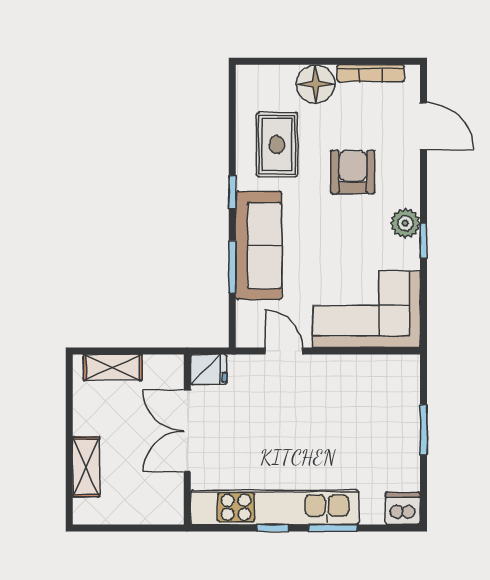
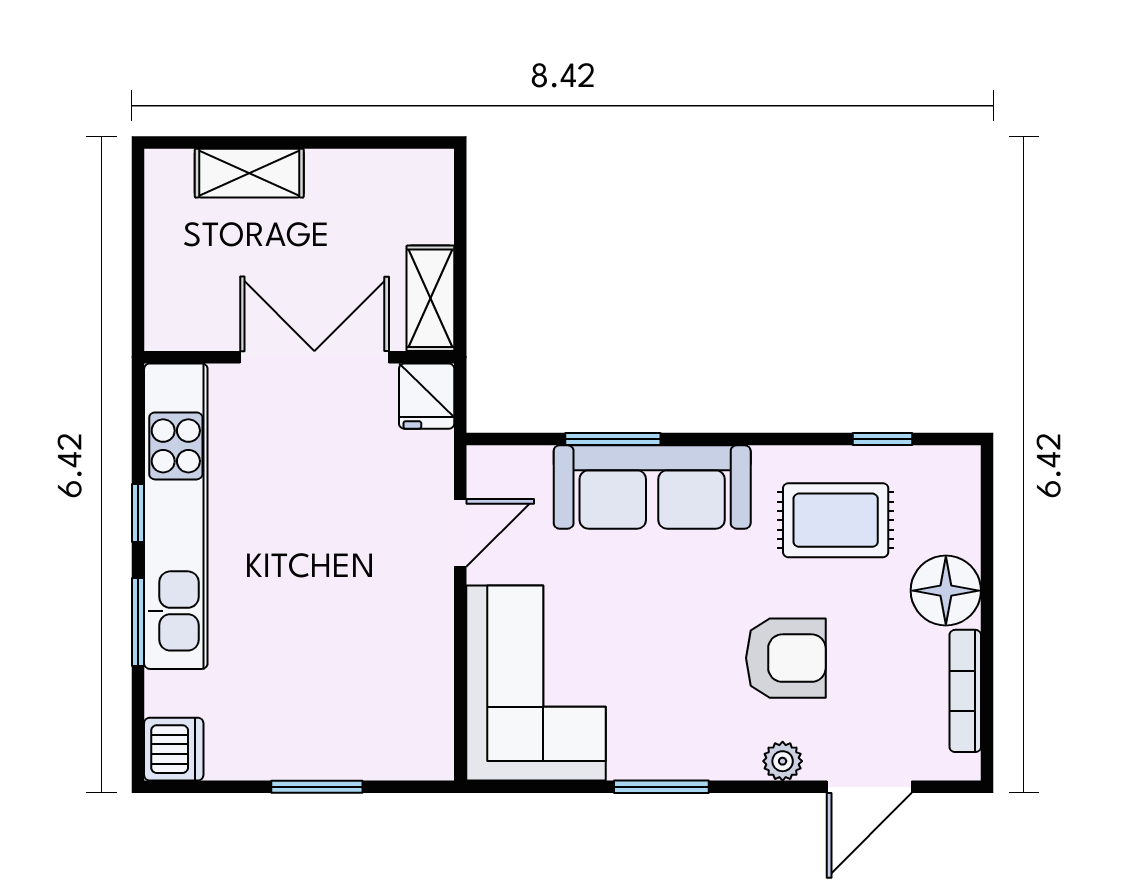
window: (232, 192) -> (883, 439), moved
plant: (405, 223) -> (783, 761), moved, width x0.73, depth x0.73
window: (423, 240) -> (661, 787), width x1.50
shelving: (113, 367) -> (430, 298), moved

